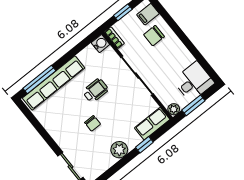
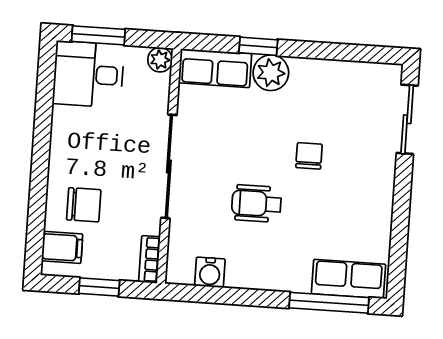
water cooler: (100, 44) -> (210, 272), moved, turned -90
row of seats: (54, 83) -> (348, 279), width x0.50
window: (193, 105) -> (98, 35), moved
plant: (119, 150) -> (271, 73), moved

